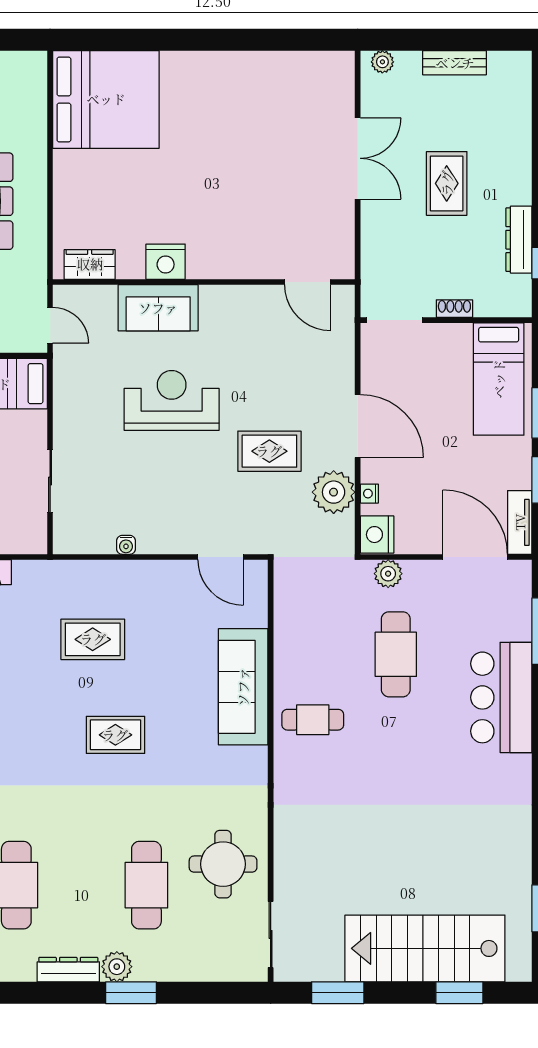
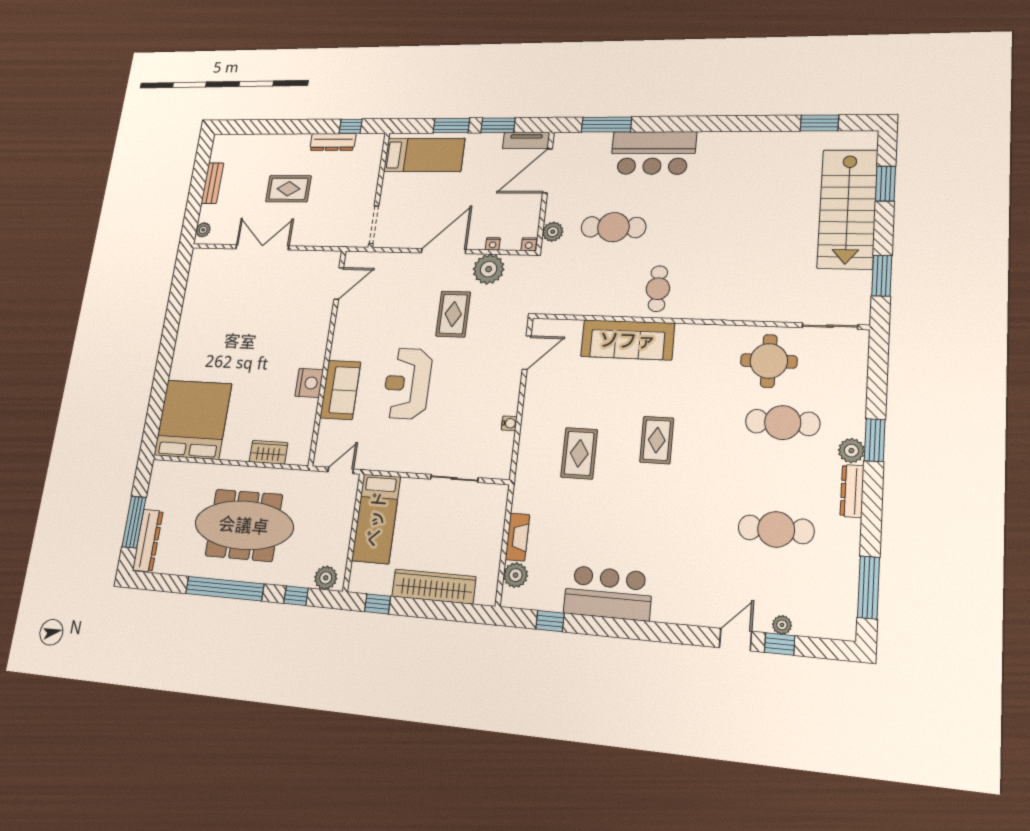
wardrobe: (90, 264) -> (268, 452), moved, turned 90
shoe rack: (454, 309) -> (372, 184), removed
nightstand: (377, 535) -> (529, 244), width x0.53, depth x0.56

